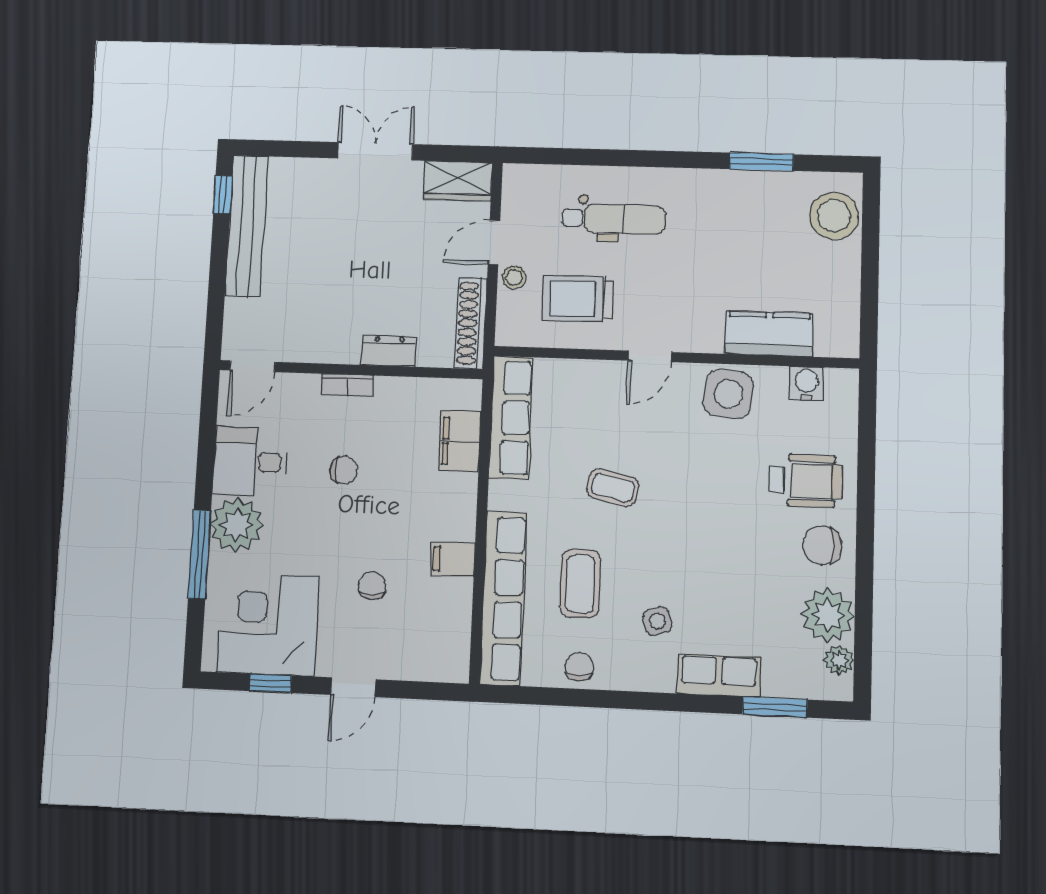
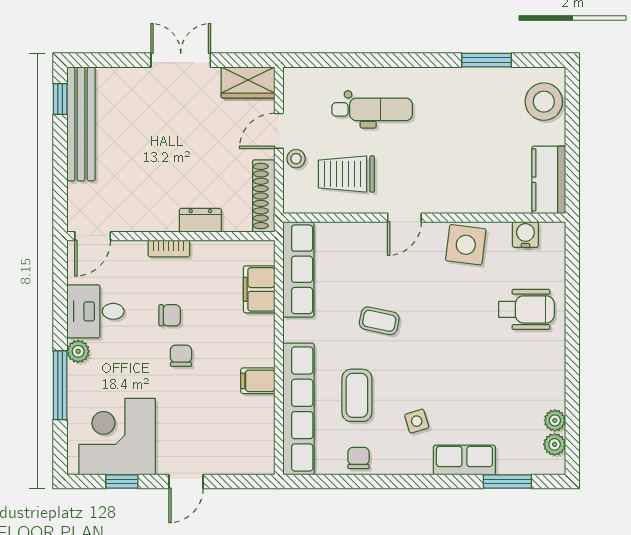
kitchen counter: (769, 334) -> (549, 180), moved, turned -90
plant: (237, 525) -> (78, 351), width x0.53, depth x0.53
chair: (822, 545) -> (540, 358), removed
chair: (372, 586) -> (181, 356), moved
plant: (828, 615) -> (555, 420), width x0.53, depth x0.53

